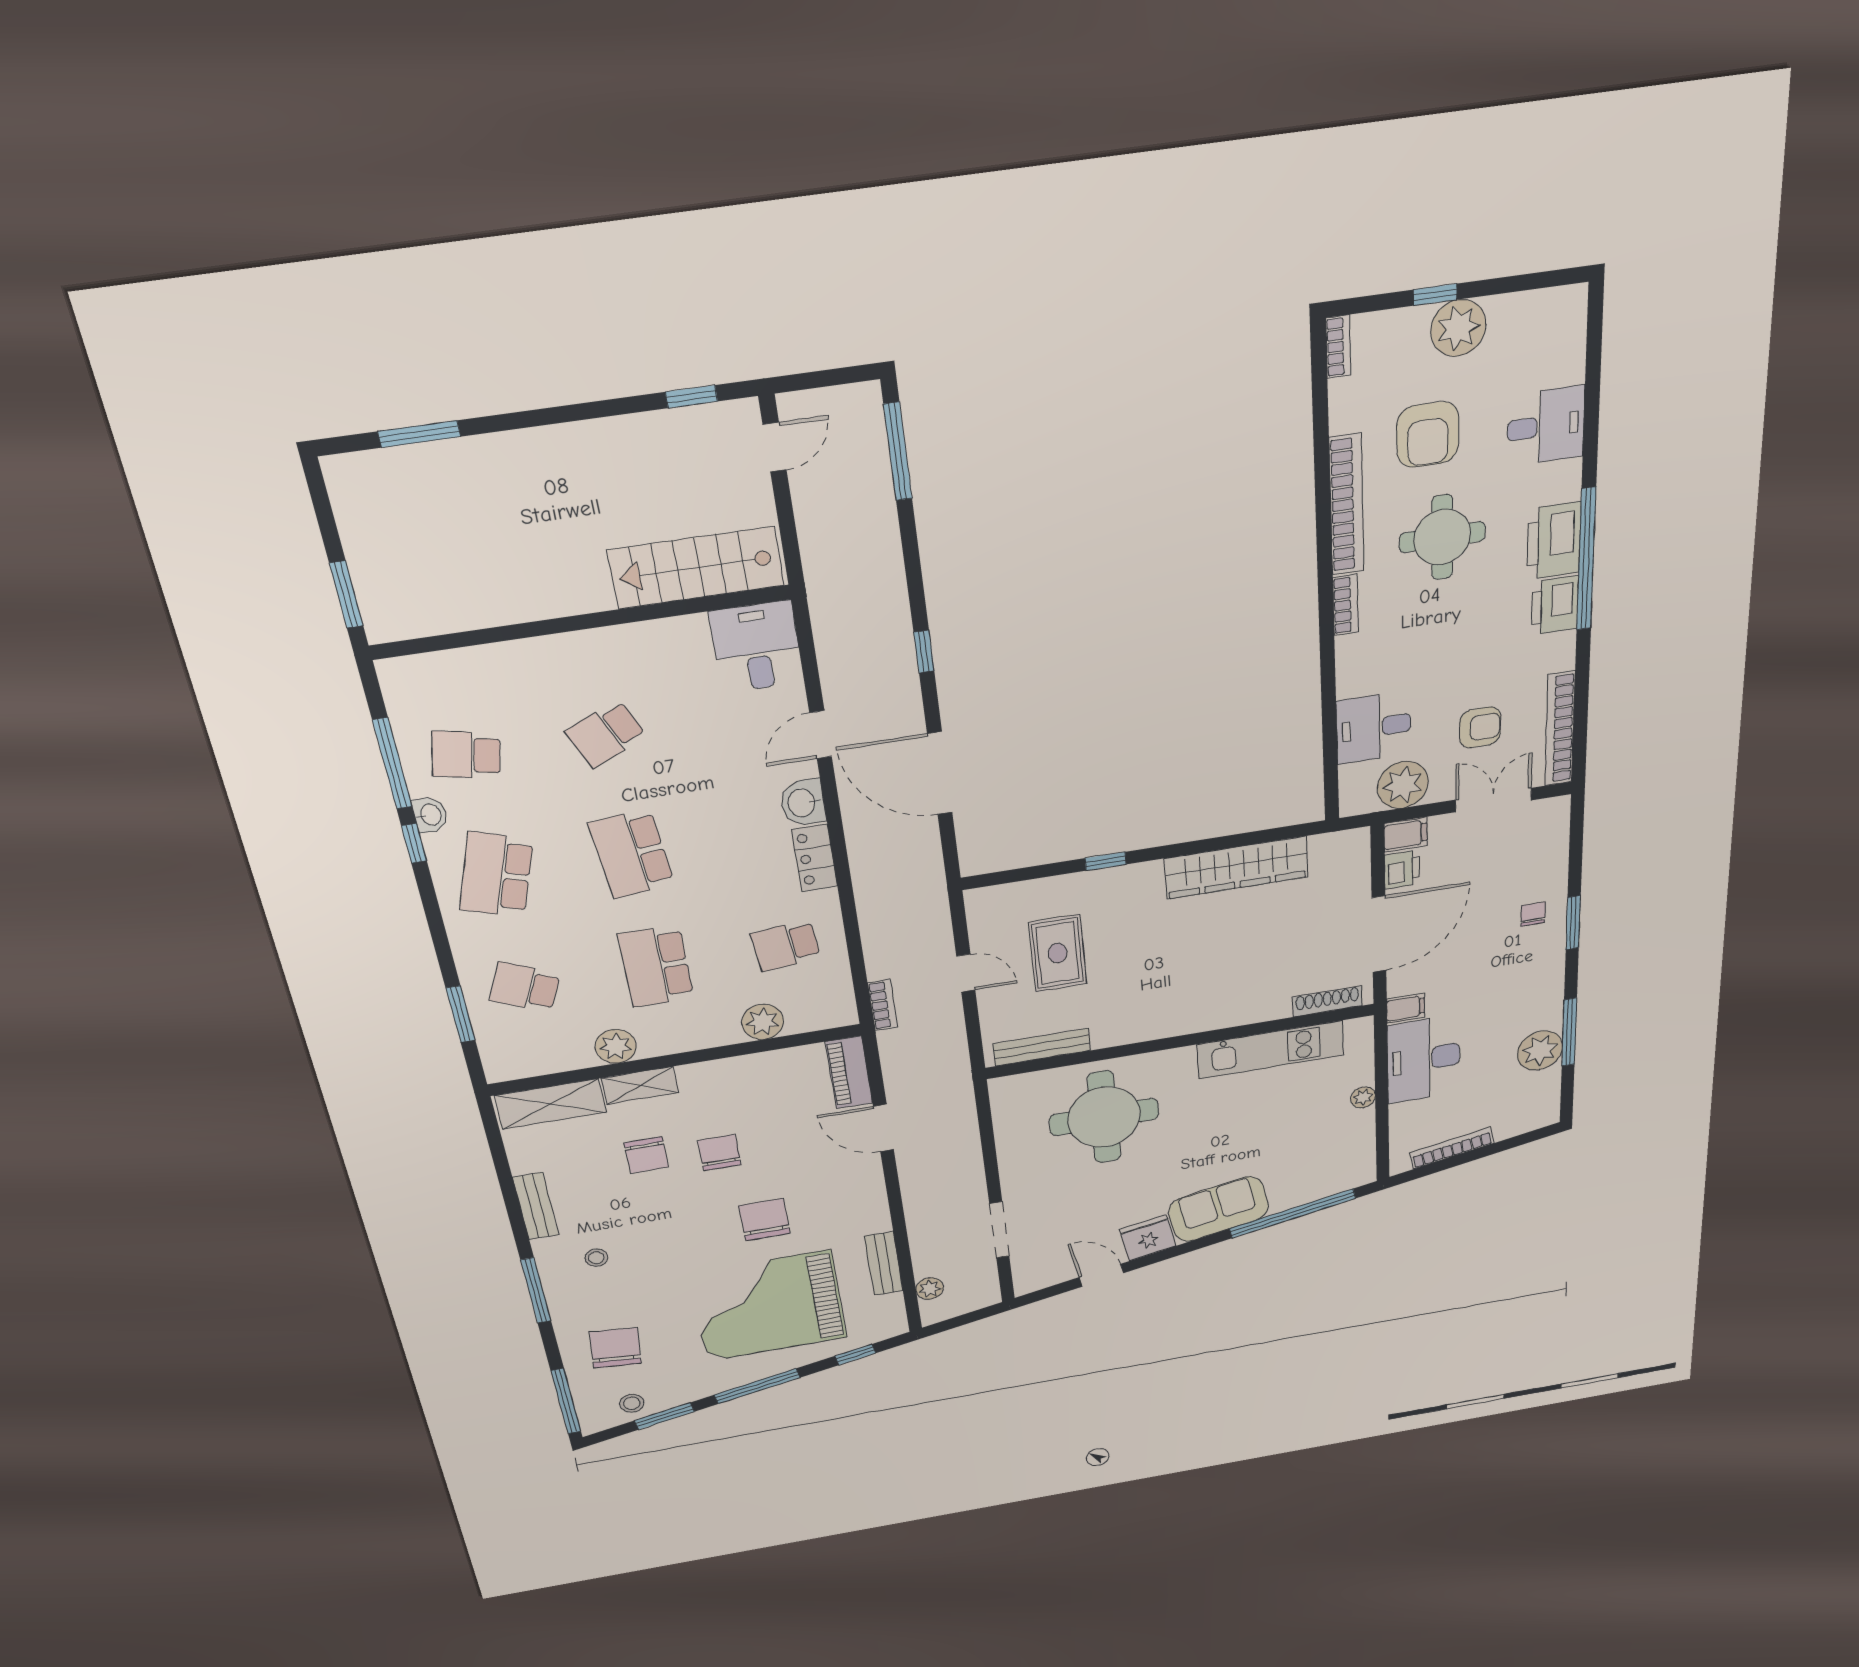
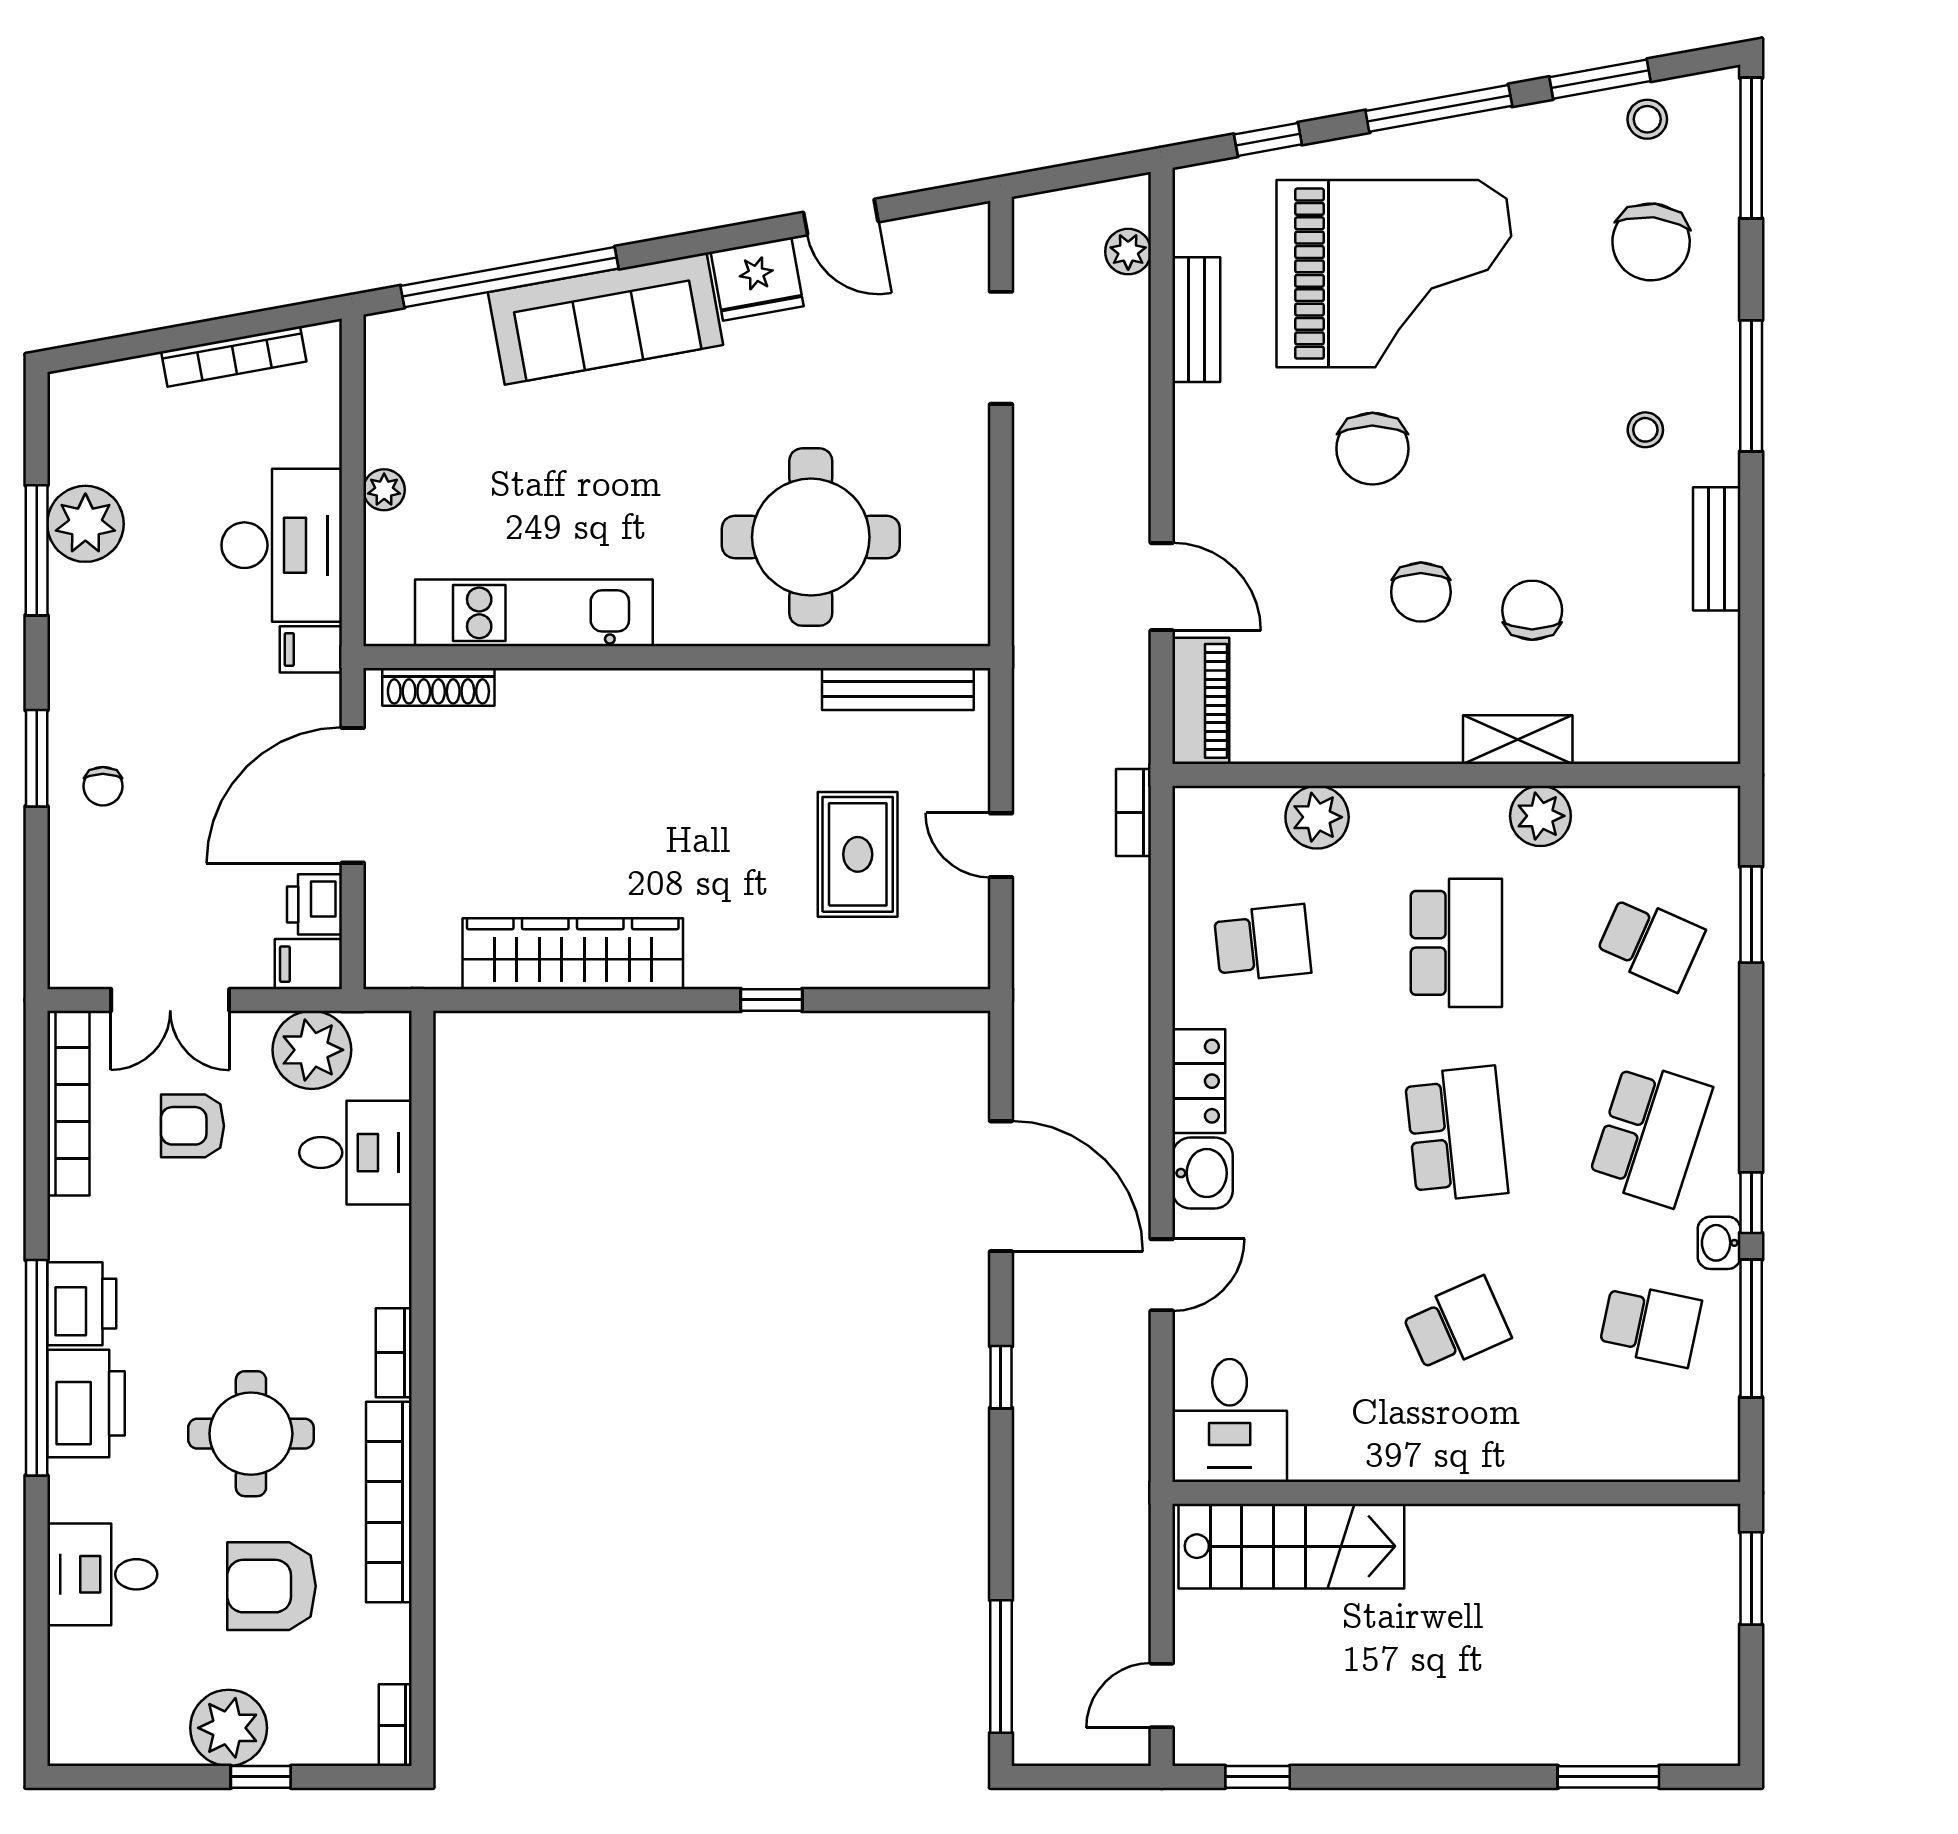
armchair: (1428, 435) -> (272, 1586), turned -90
shelving: (551, 1104) -> (1656, 733), removed
sofa: (1219, 1209) -> (606, 319), width x1.36

